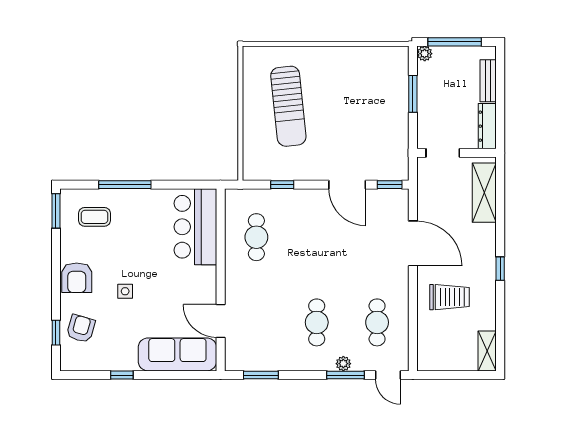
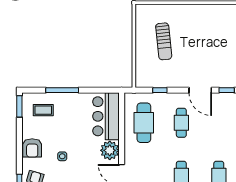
sun lounger: (288, 106) -> (164, 41), width x0.73, depth x0.75
cafe table: (256, 237) -> (144, 123), width x1.37, depth x1.35
cafe table: (317, 237) -> (181, 123), added
plant: (201, 282) -> (110, 150), added

